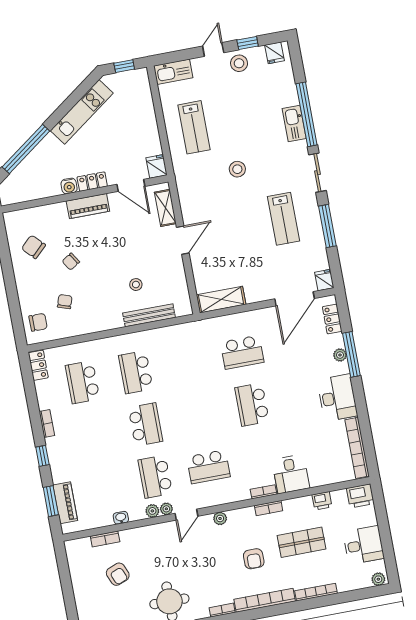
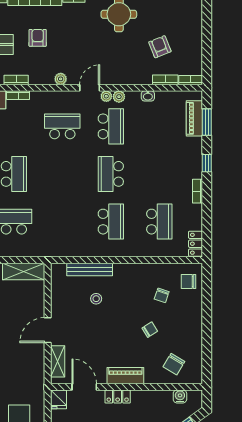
water cooler: (69, 186) -> (180, 396), moved
chair: (33, 247) -> (174, 364), moved, turned 75
bookcase: (77, 544) -> (191, 80), added

